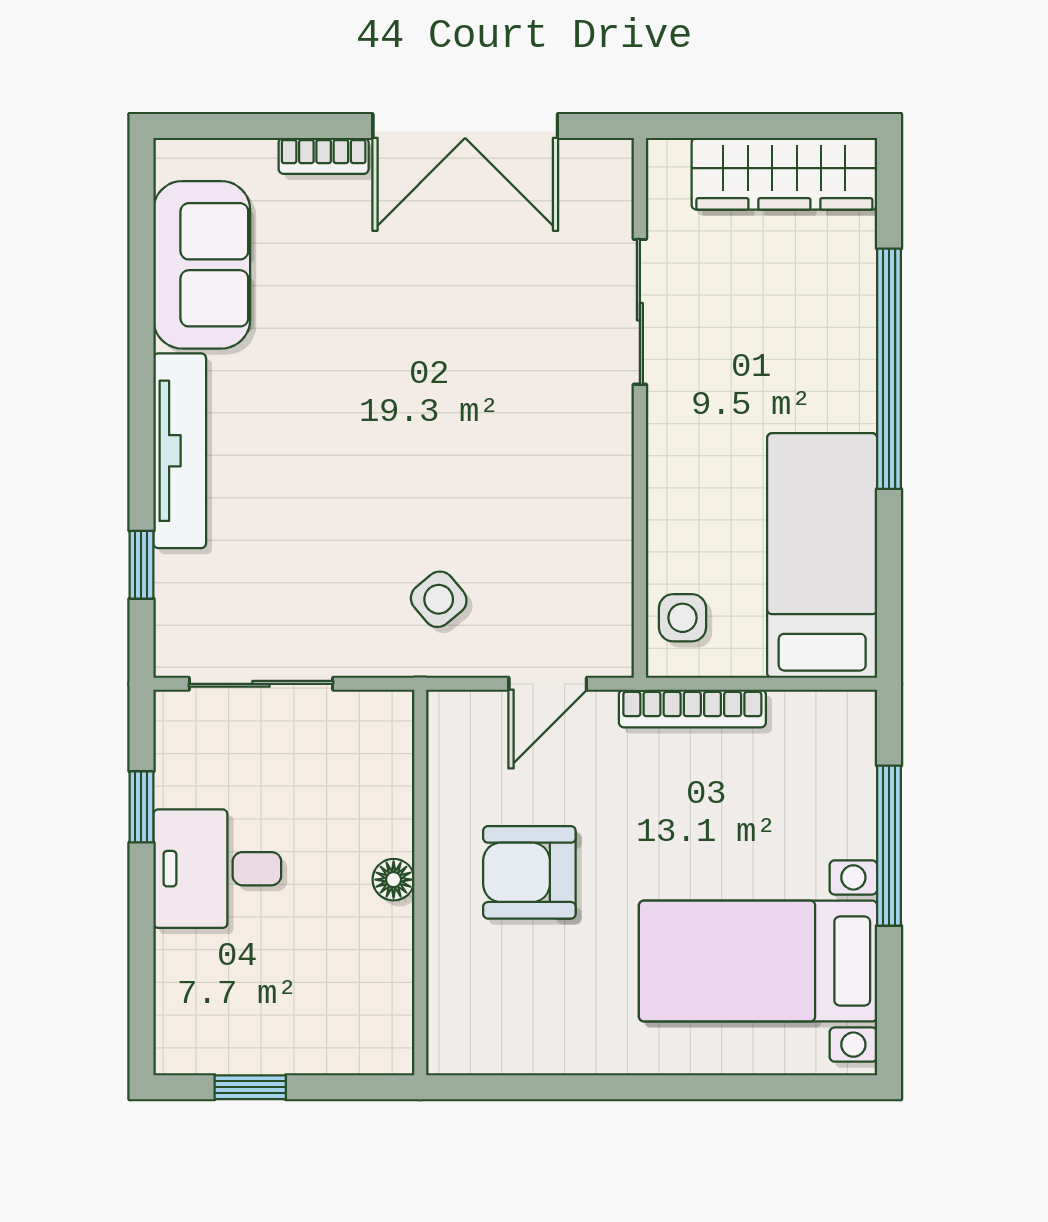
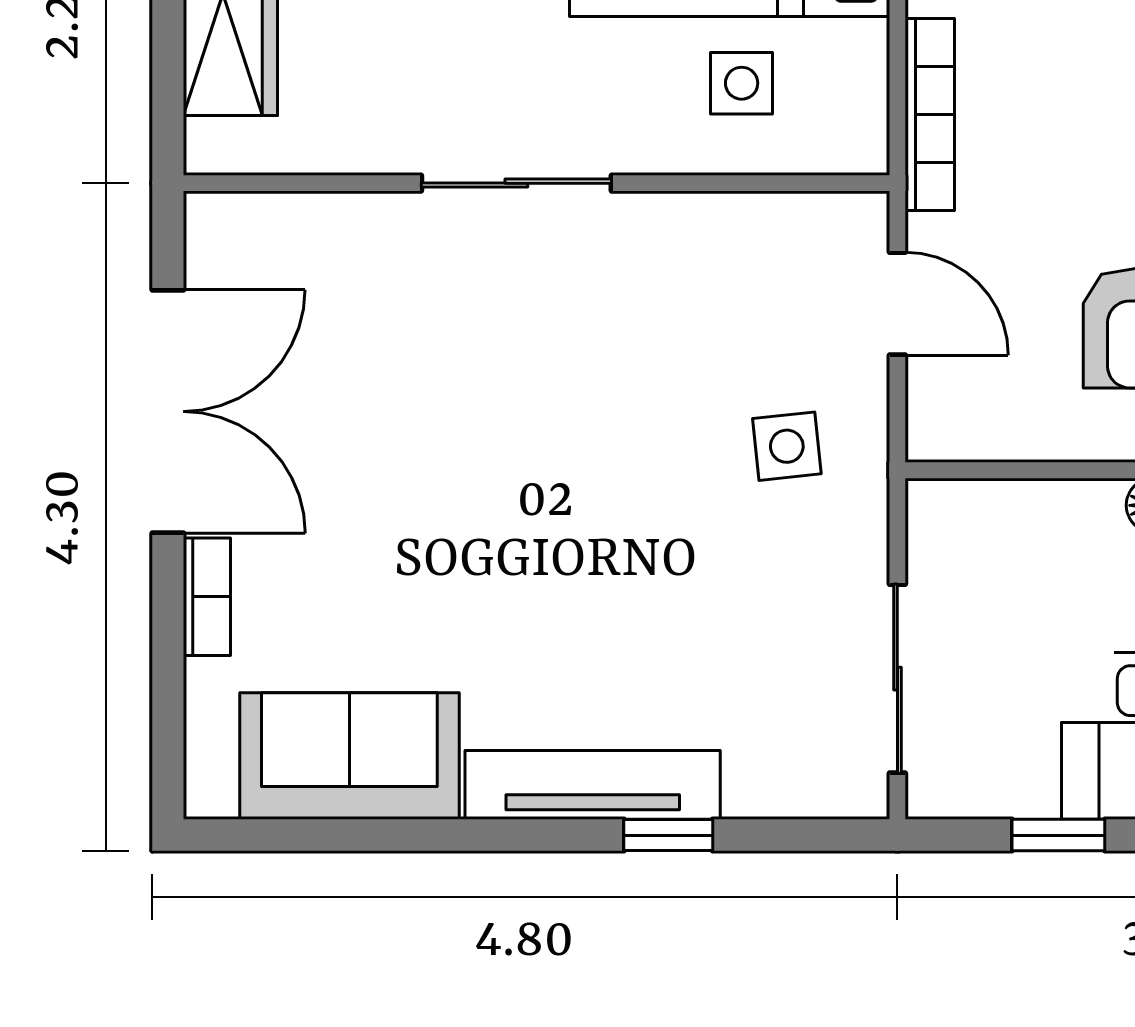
sliding door: (640, 312) -> (516, 183), moved
window: (141, 565) -> (668, 835), moved
side table: (439, 599) -> (787, 446), turned 34
side table: (682, 618) -> (742, 83), moved

